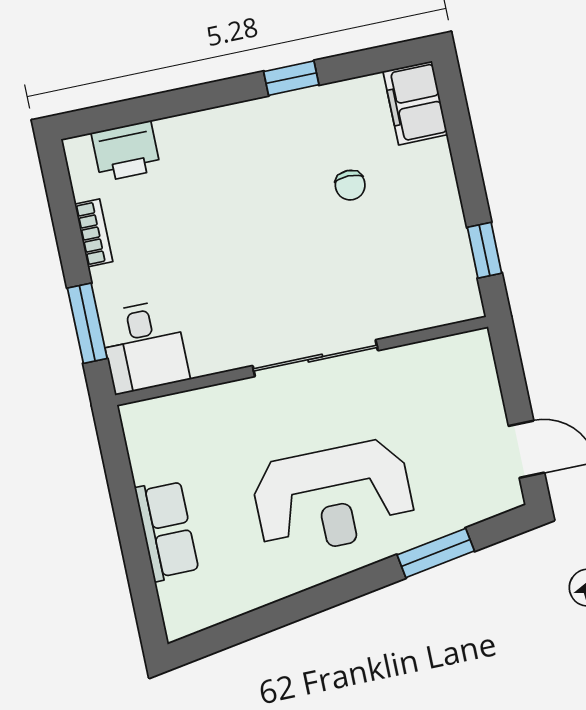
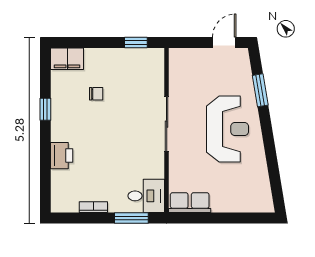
printer: (126, 151) -> (62, 156), moved
row of seats: (167, 530) -> (190, 203), moved

